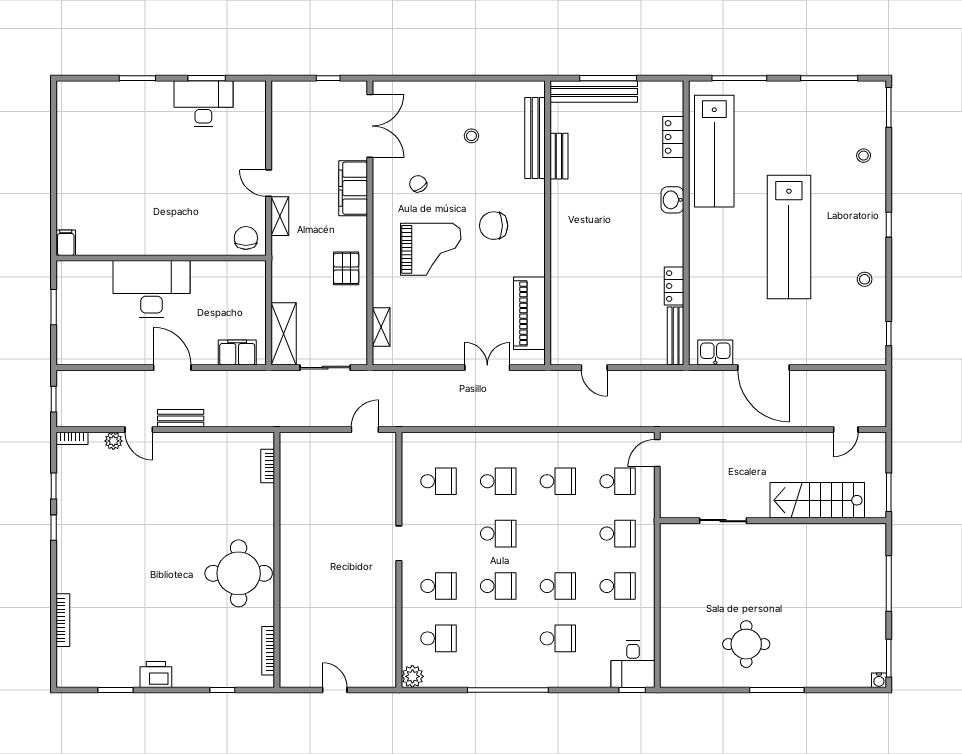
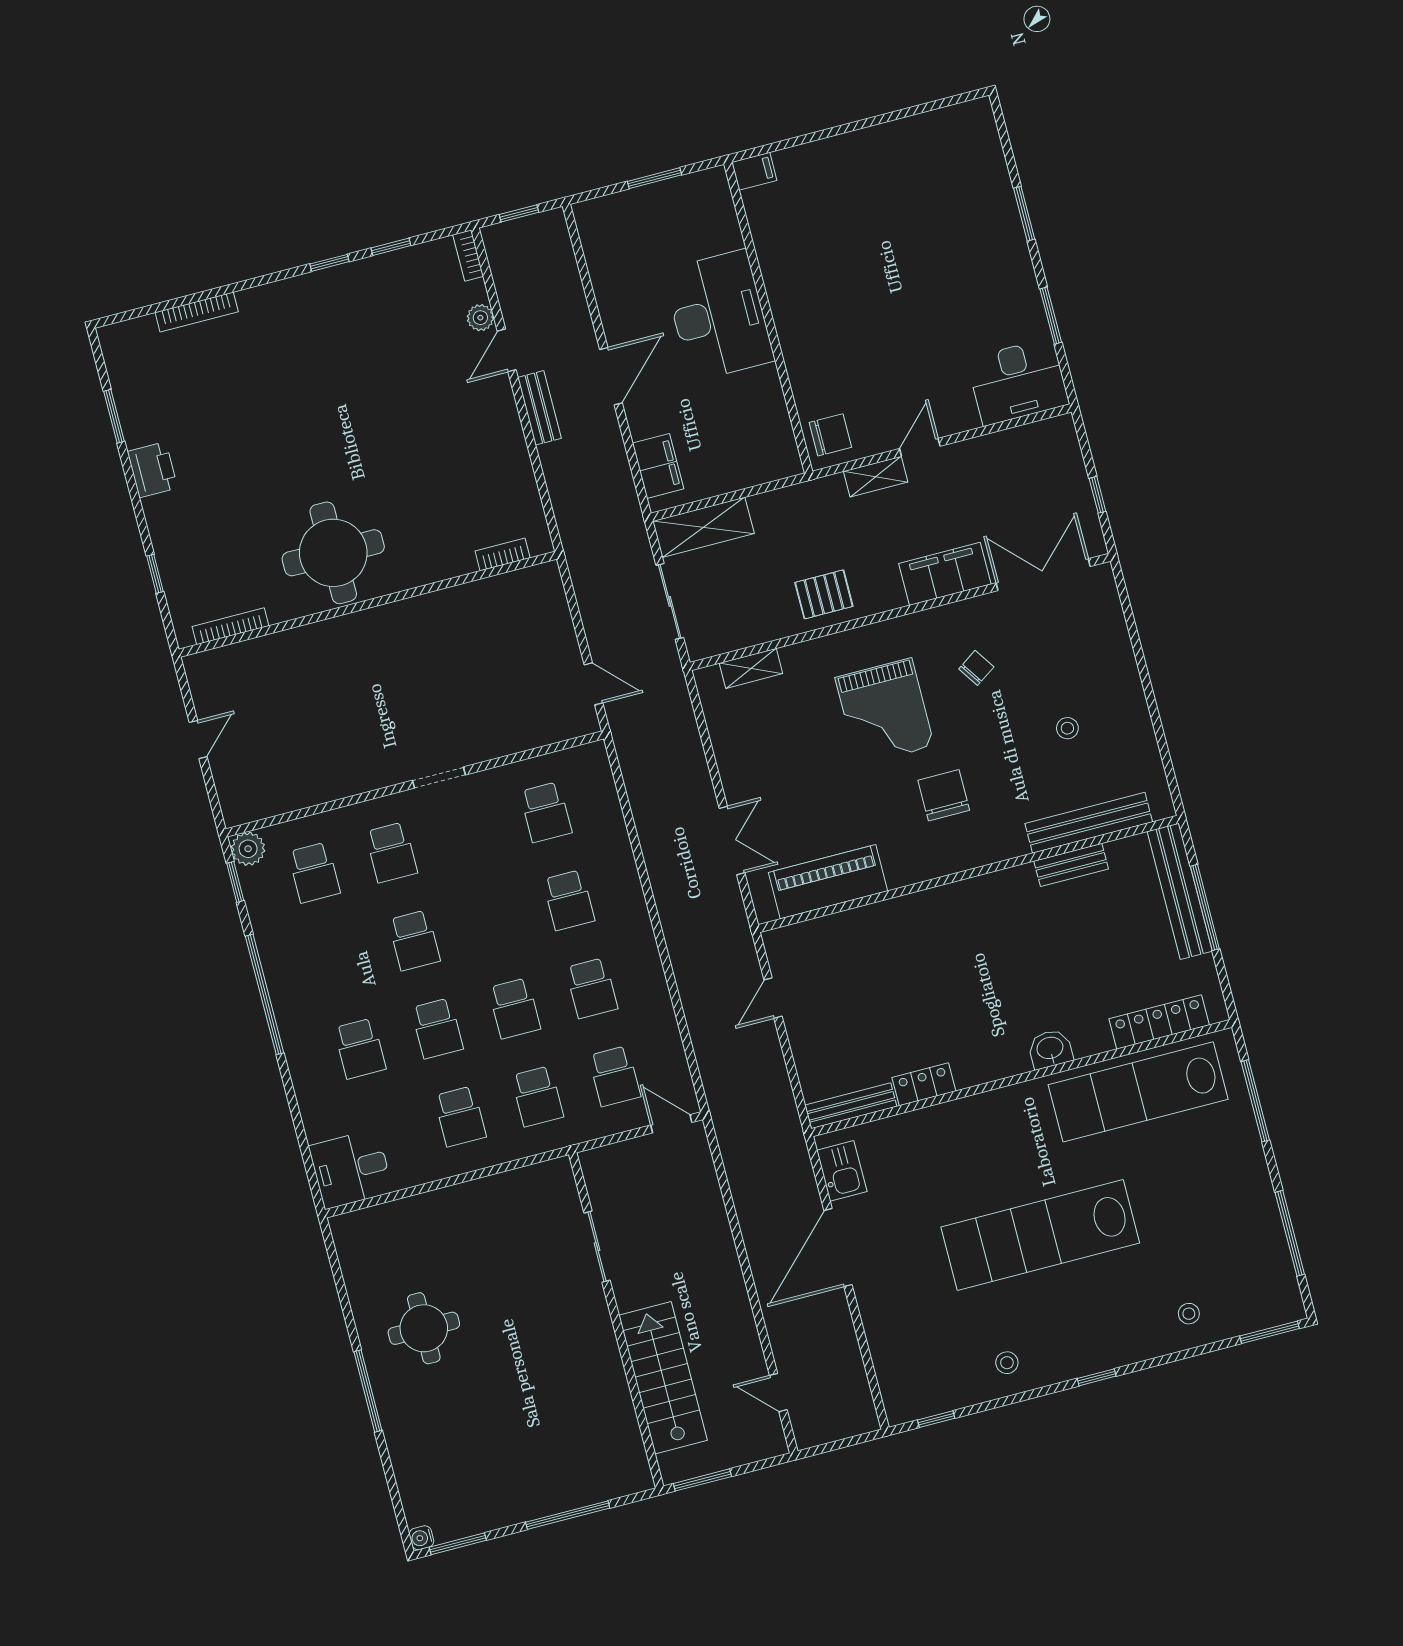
desk: (203, 104) -> (1018, 382), moved, turned 90
double door: (370, 126) -> (1043, 575), swing flipped
locker: (673, 137) -> (1159, 1022), width x1.53
school desk: (498, 534) -> (514, 1008), moved
window: (632, 690) -> (235, 882), moved

